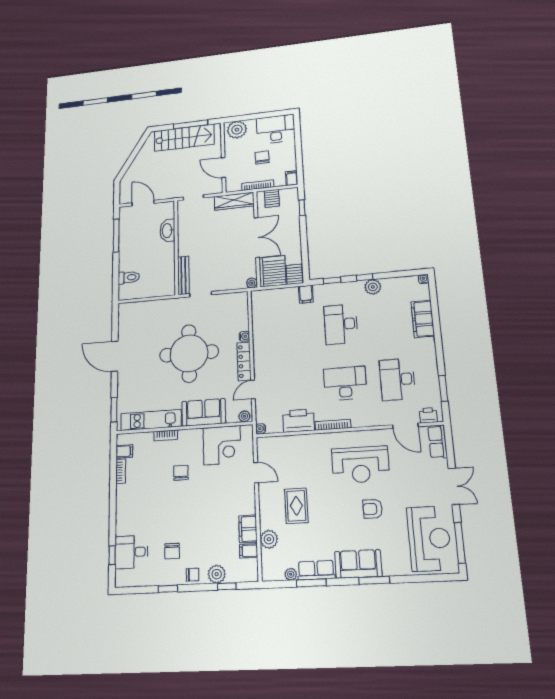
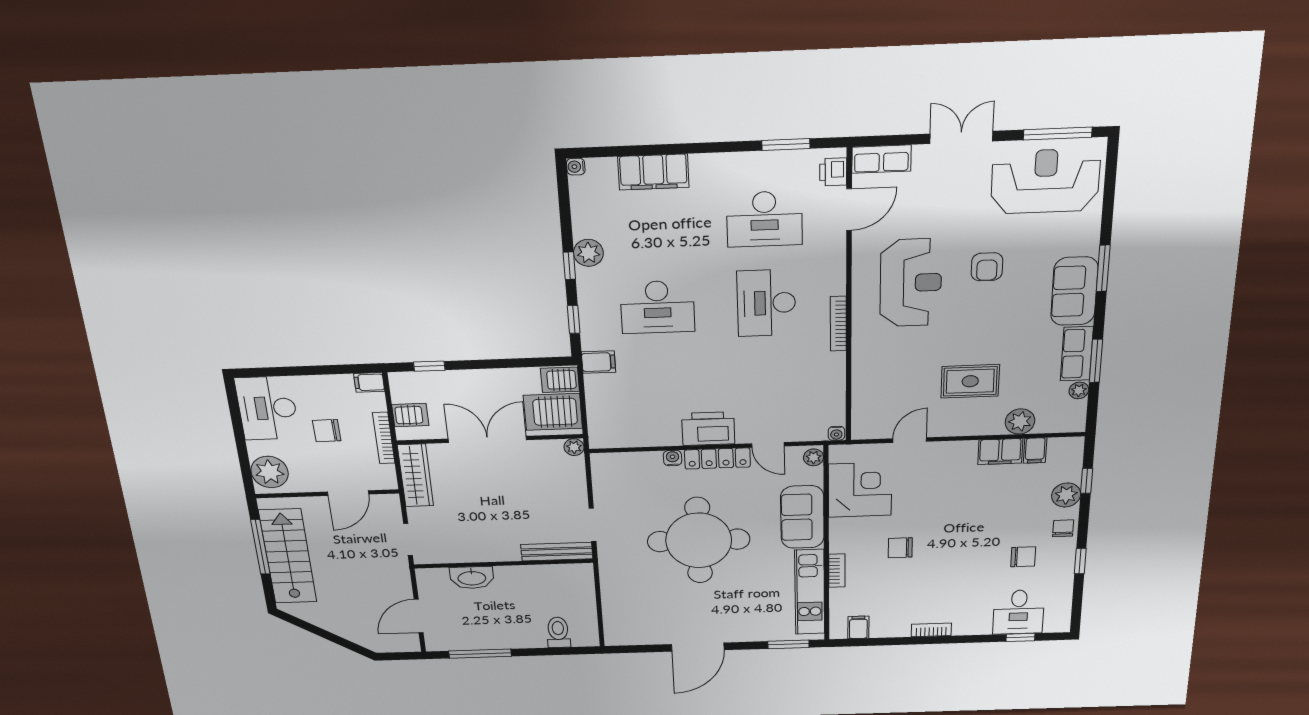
printer: (298, 421) -> (708, 429), moved, turned 90
bookcase: (121, 471) -> (931, 630), moved

